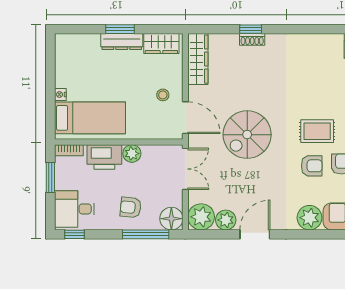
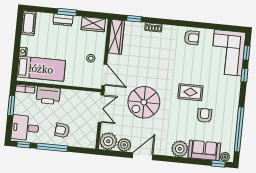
window: (251, 29) -> (134, 19), moved
dresser: (122, 42) -> (63, 20), width x0.70
cot: (64, 51) -> (29, 23), added
spiral stairs: (247, 135) -> (144, 102), moved
plant: (132, 153) -> (67, 95), removed
armchair: (312, 166) -> (192, 38), moved
floor lamp: (171, 219) -> (88, 140), removed
window: (146, 234) -> (52, 147), moved

